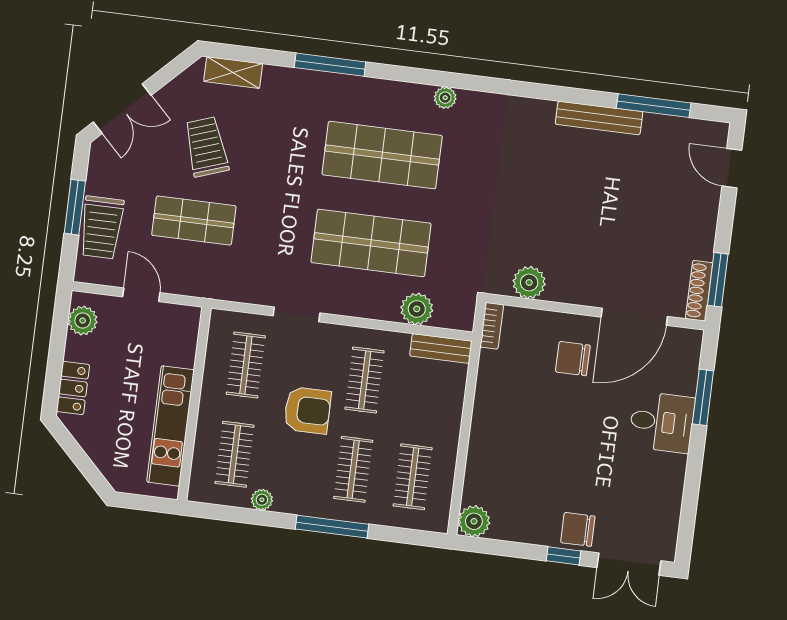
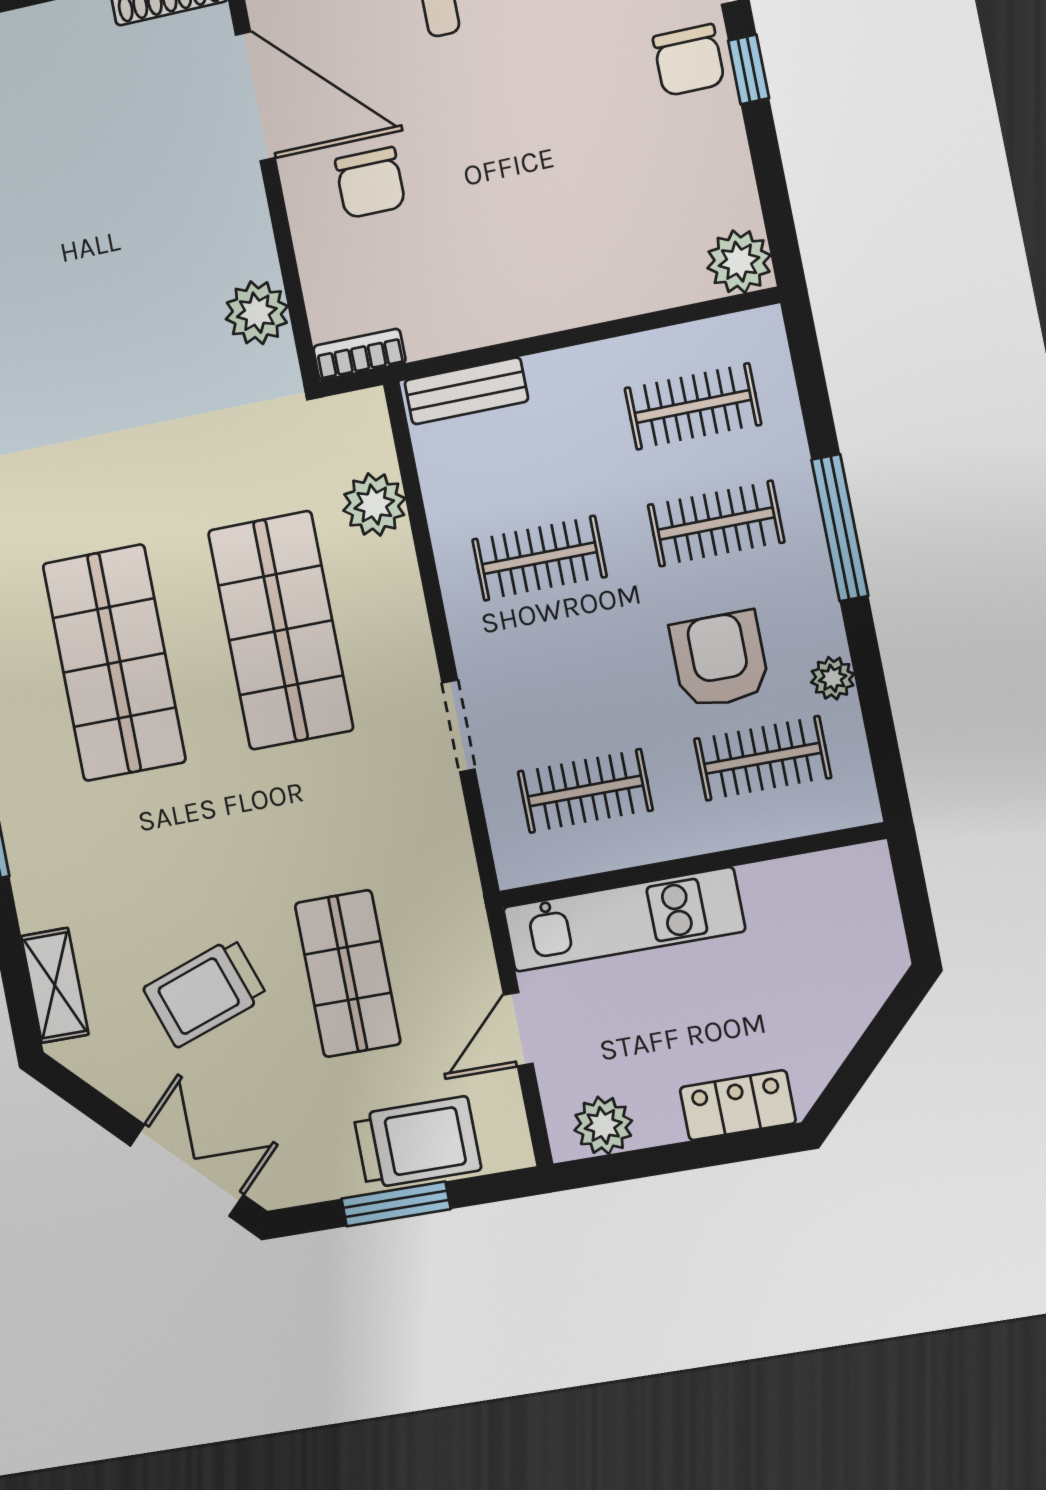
bench: (441, 348) -> (466, 391), moved, turned 90
armchair: (307, 410) -> (720, 660), moved
kitchen unit: (170, 426) -> (624, 919), moved

